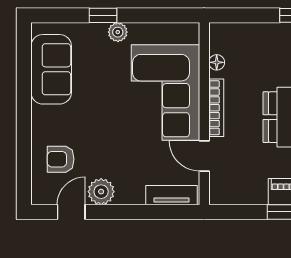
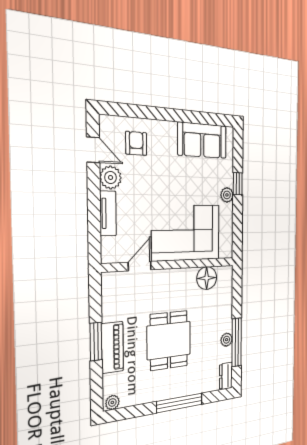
floor lamp: (217, 62) -> (207, 278), width x1.89, depth x1.89
bookcase: (216, 108) -> (175, 274), removed
tv unit: (172, 195) -> (108, 213), moved

